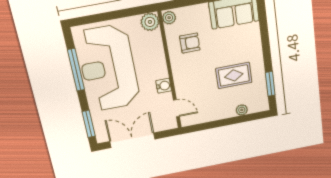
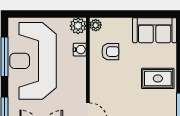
rug: (234, 75) -> (158, 78), moved
water cooler: (164, 86) -> (80, 50), moved

